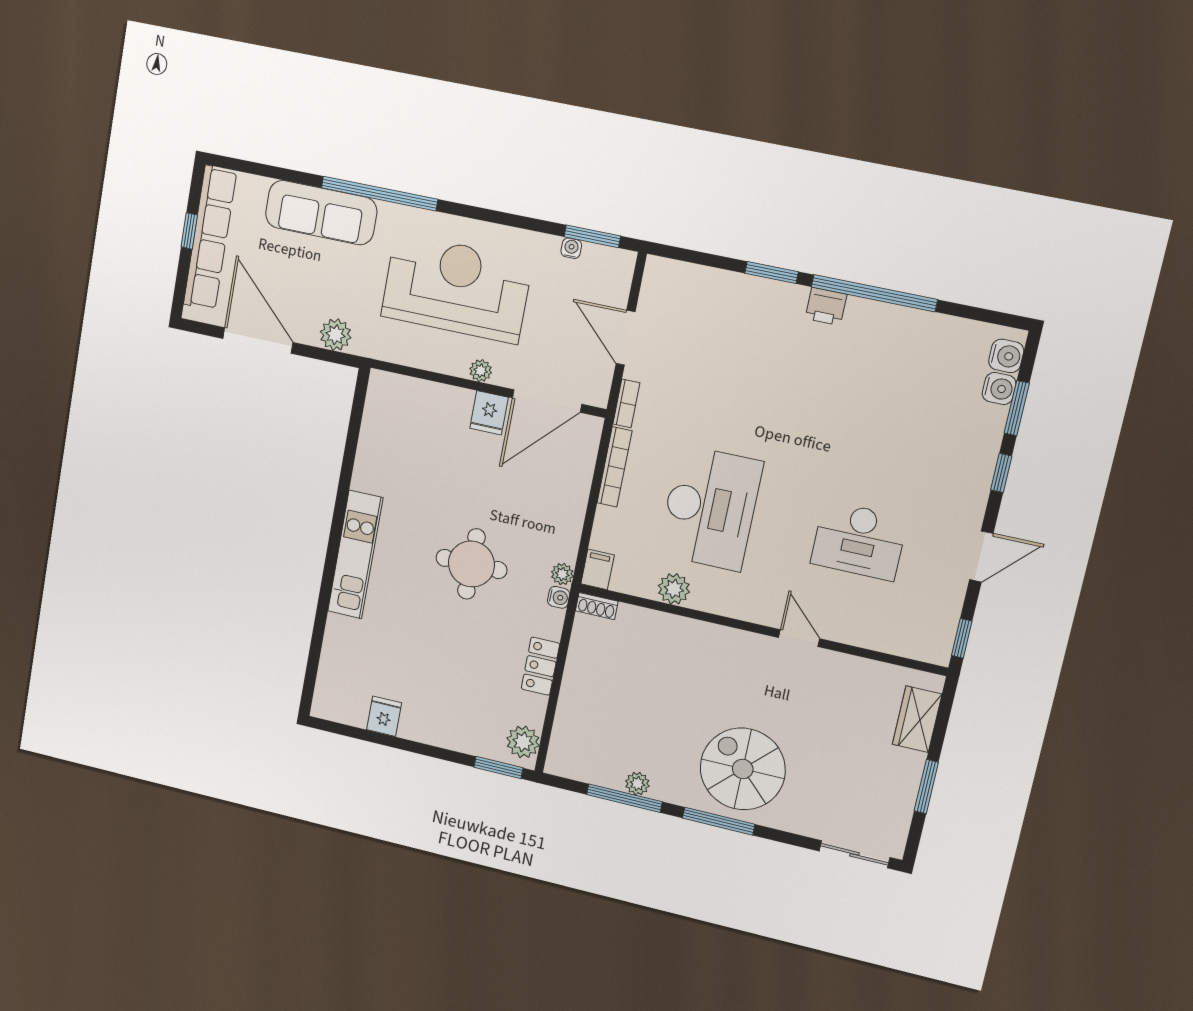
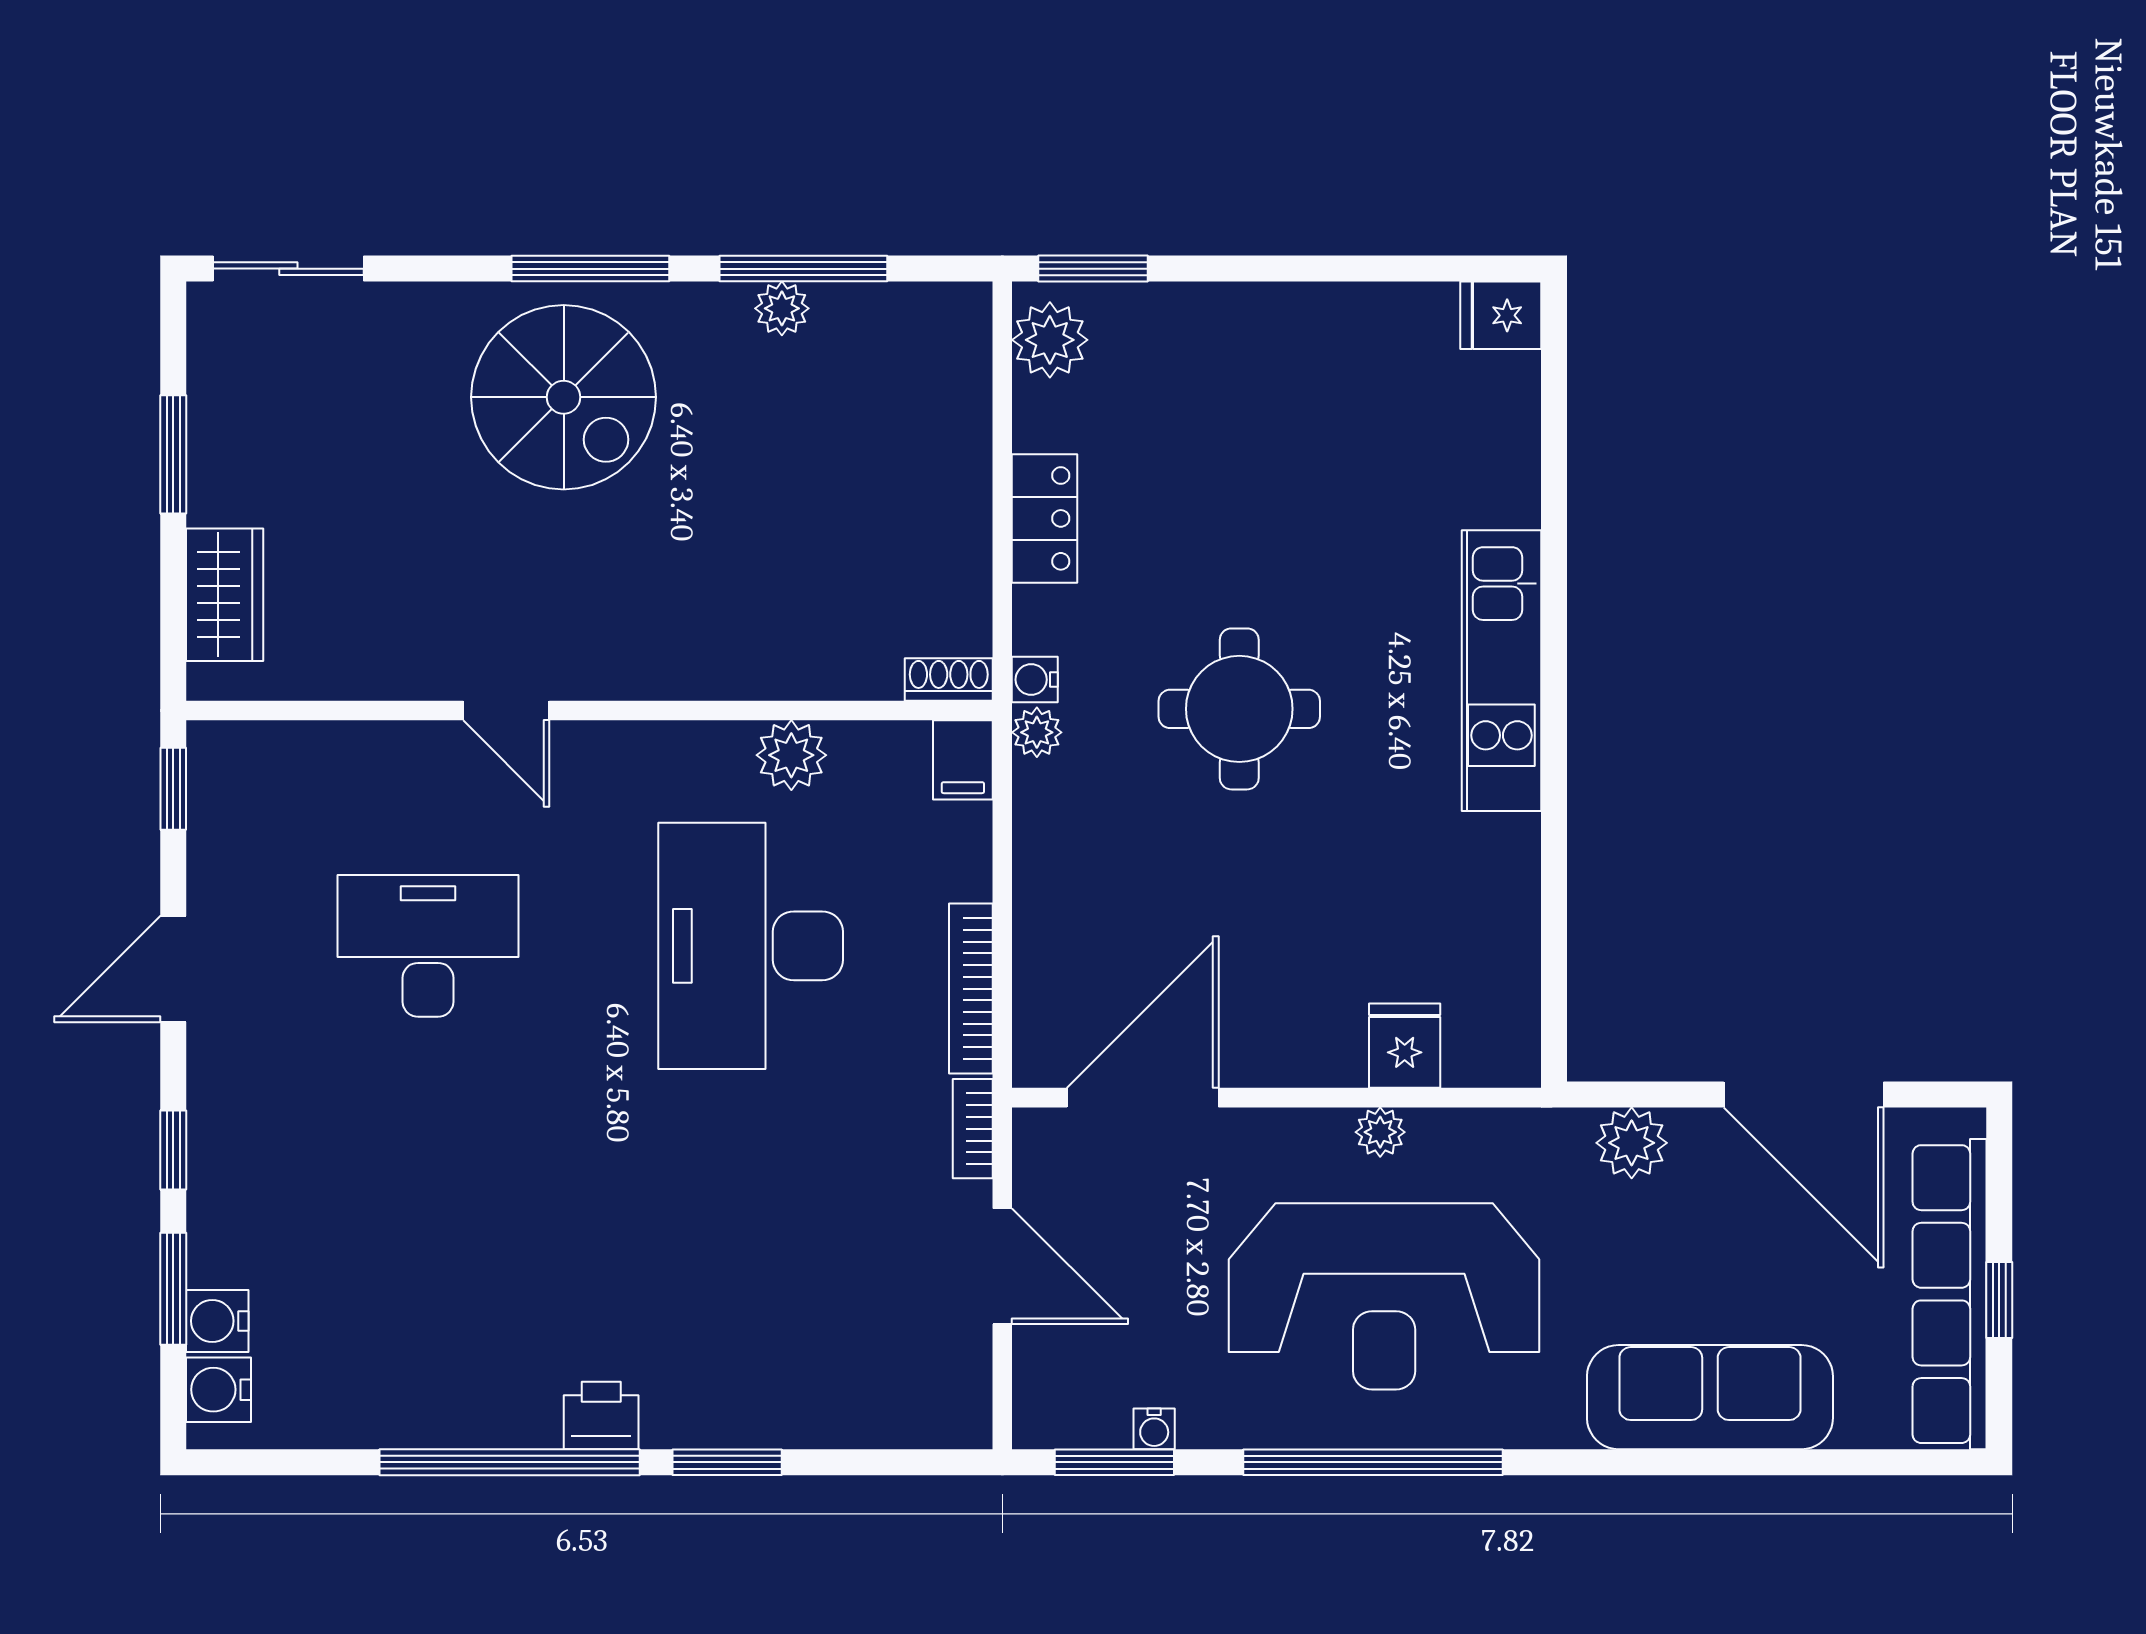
window: (379, 194) -> (1373, 1462), moved
plant: (481, 371) -> (1380, 1132), moved
fridge: (489, 413) -> (1405, 1046), moved
fridge: (384, 716) -> (1501, 315), moved, turned 90

